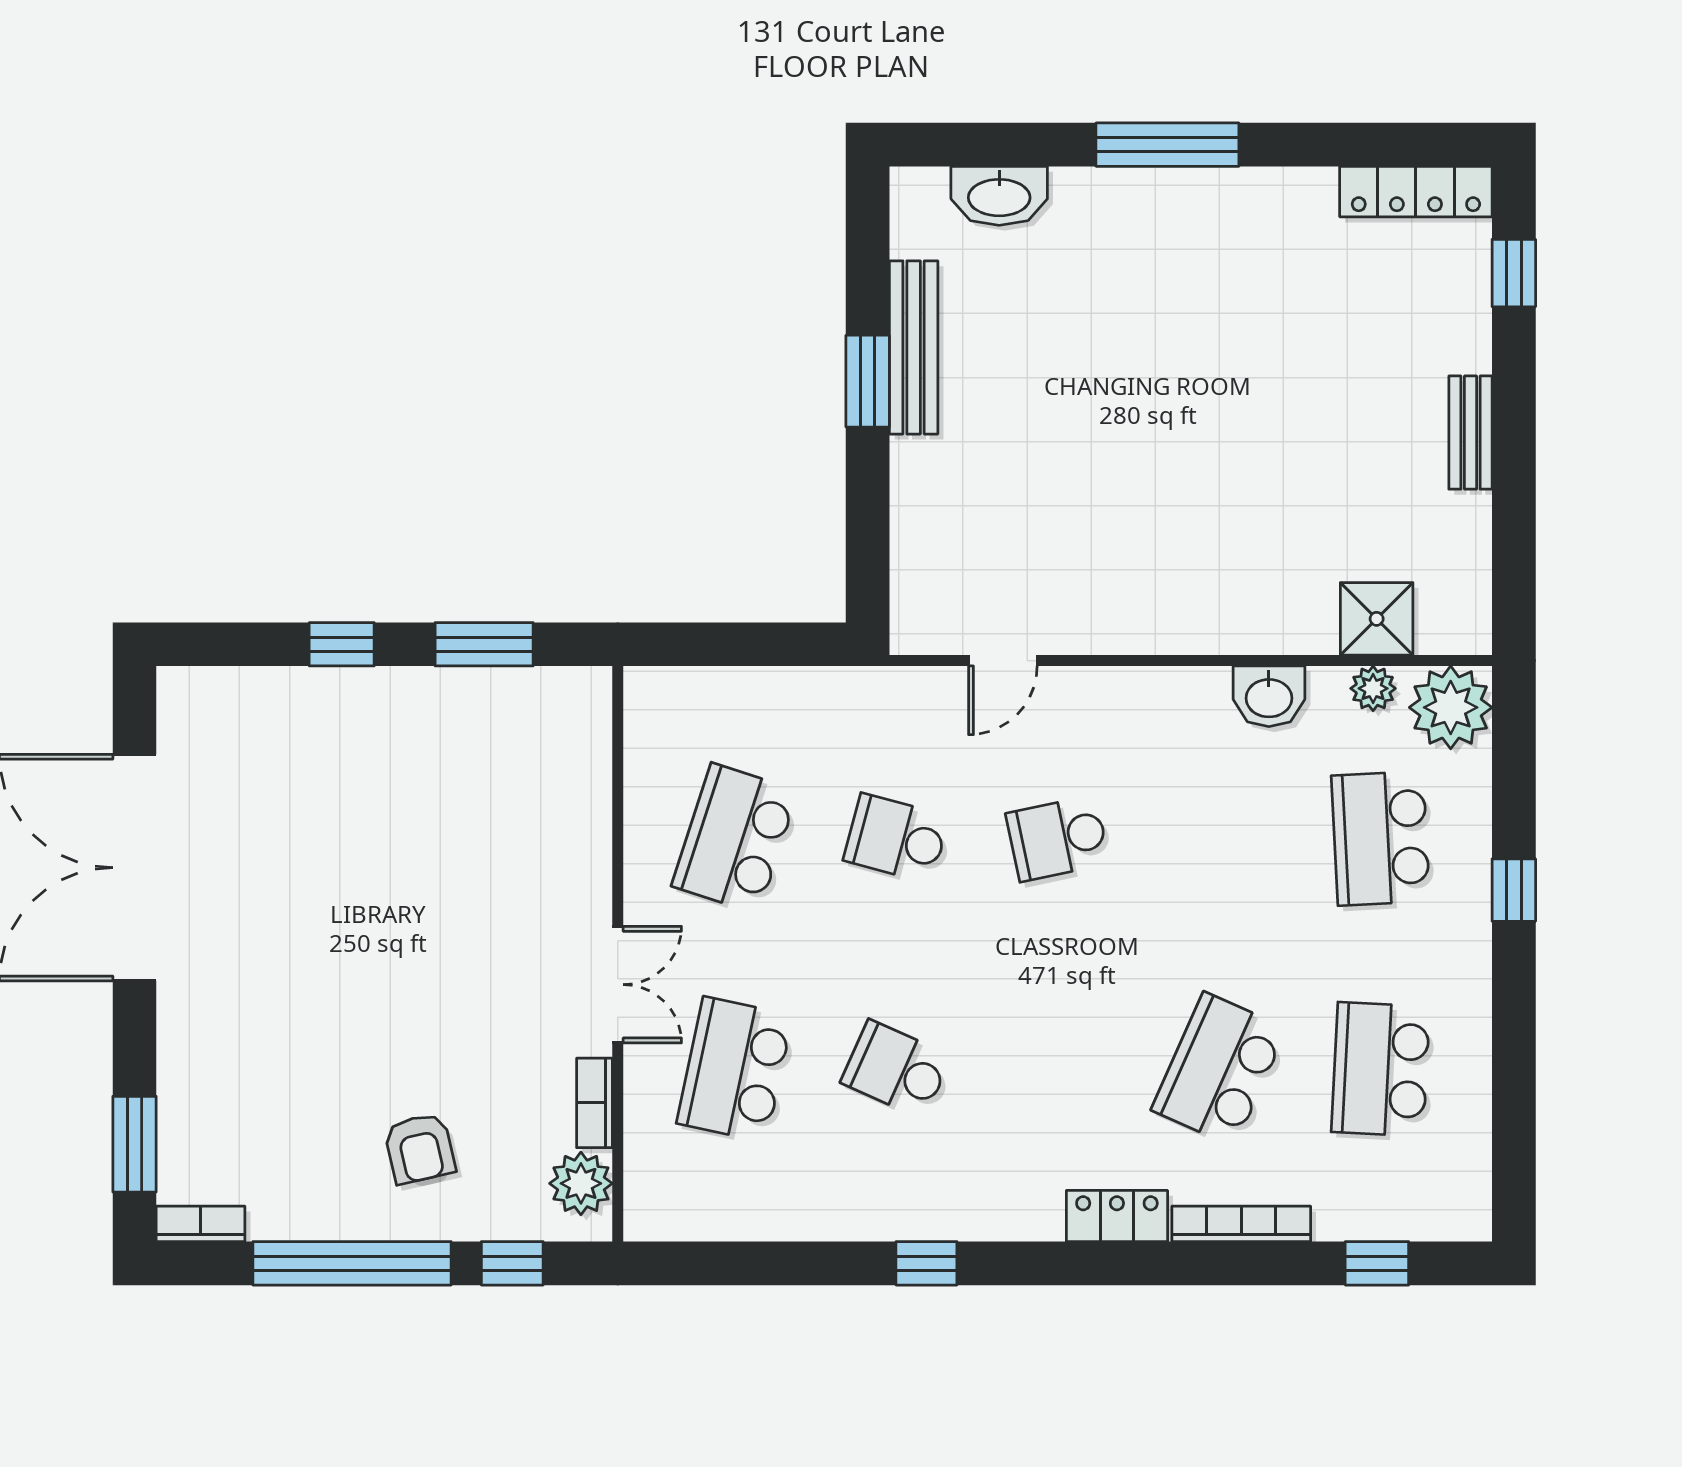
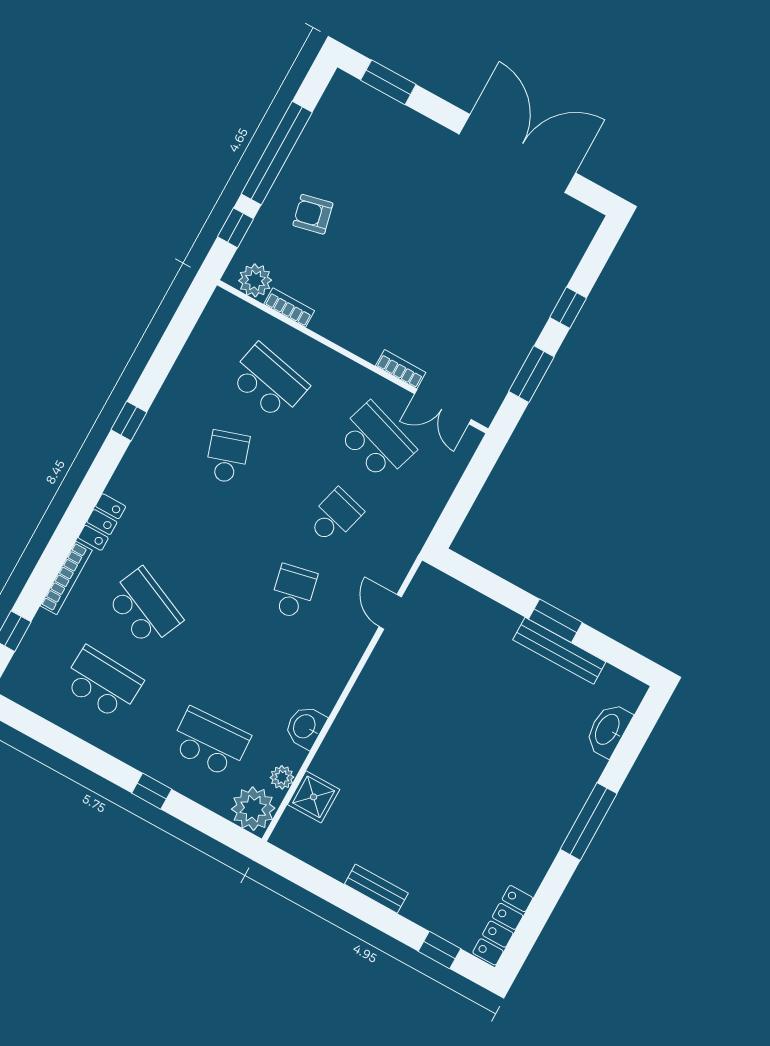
double door: (618, 985) -> (443, 407), moved
school desk: (896, 1069) -> (227, 457), turned -42
bookcase: (201, 1224) -> (401, 369), moved, turned -90

